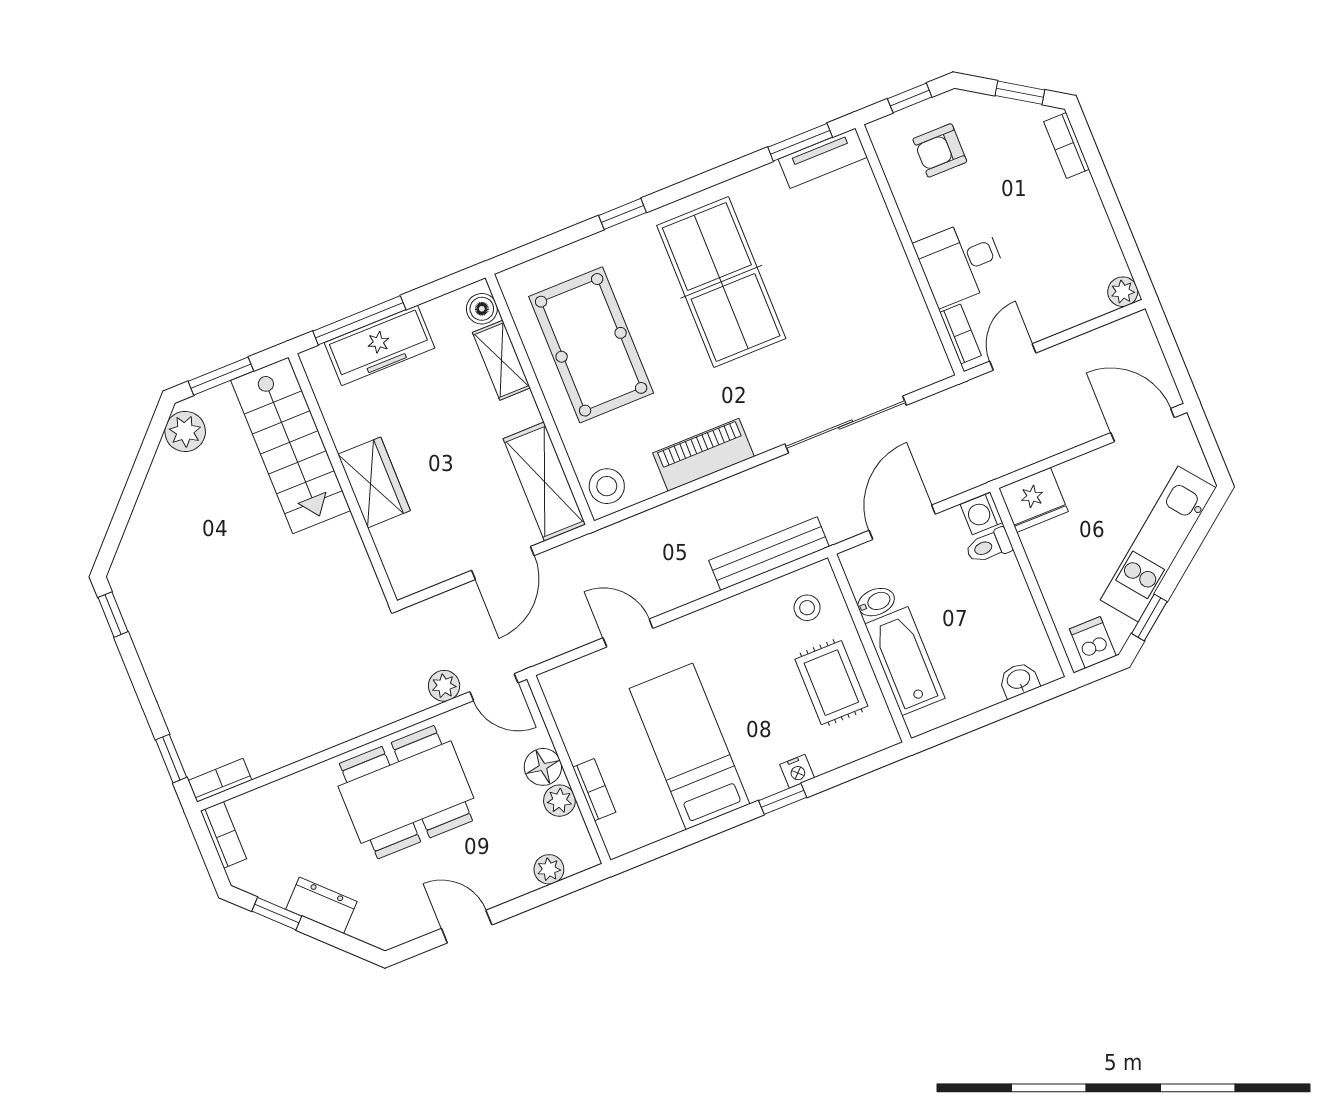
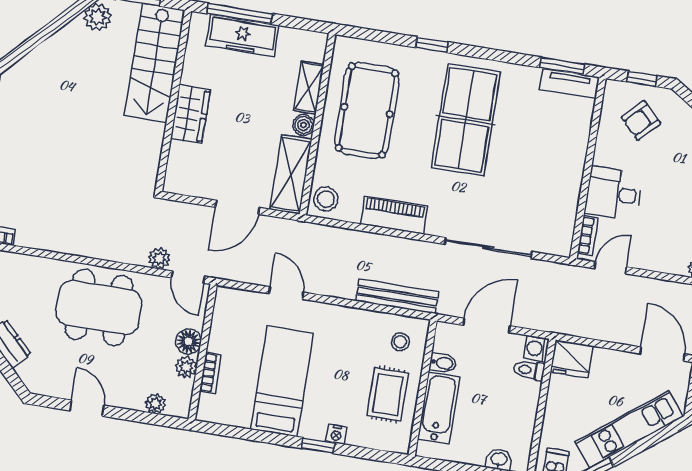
armchair: (940, 150) -> (641, 120), turned -45
boiler: (482, 309) -> (304, 125), moved

